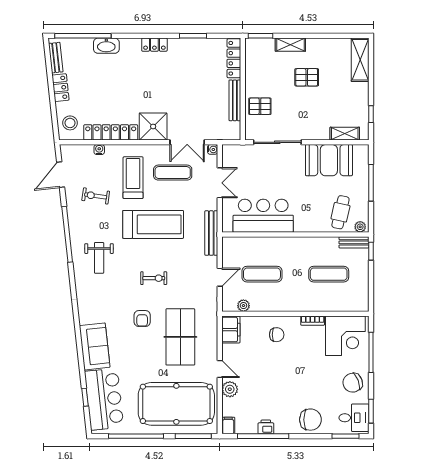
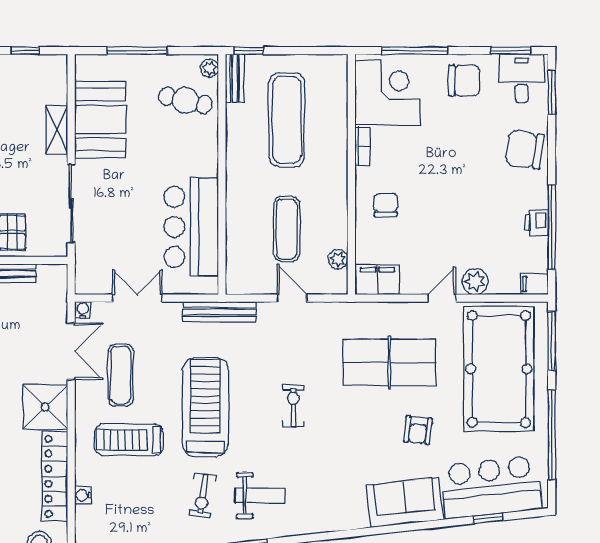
shelving: (345, 134) -> (57, 130), moved
exercise bike: (96, 196) -> (202, 496), moved
exercise mat: (329, 274) -> (287, 120), width x1.36, depth x1.45
armchair: (142, 318) -> (418, 430), moved, turned 96
chair: (353, 383) -> (464, 81), turned -69
chair: (310, 420) -> (525, 150), turned -82

